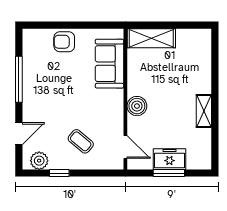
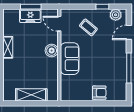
shelving: (151, 38) -> (31, 95), moved
sofa: (110, 64) -> (70, 59), moved

